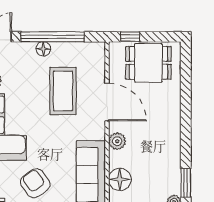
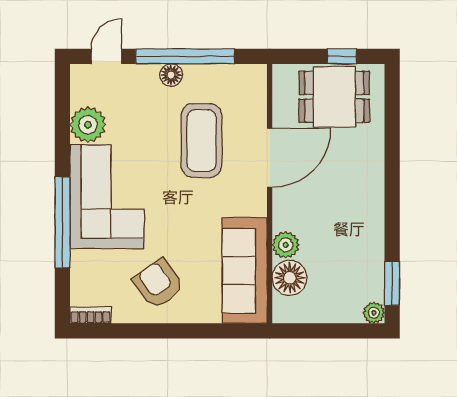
window: (130, 37) -> (342, 56), moved
door: (107, 102) -> (270, 158), hinge flipped
plant: (117, 141) -> (286, 245), moved

